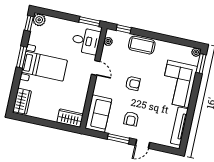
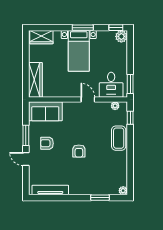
window: (201, 64) -> (100, 198), moved
door: (96, 68) -> (88, 99), swing flipped
armchair: (133, 83) -> (79, 151), moved
corner sofa: (178, 84) -> (90, 180), removed
wardrobe: (70, 118) -> (35, 80), width x1.50

